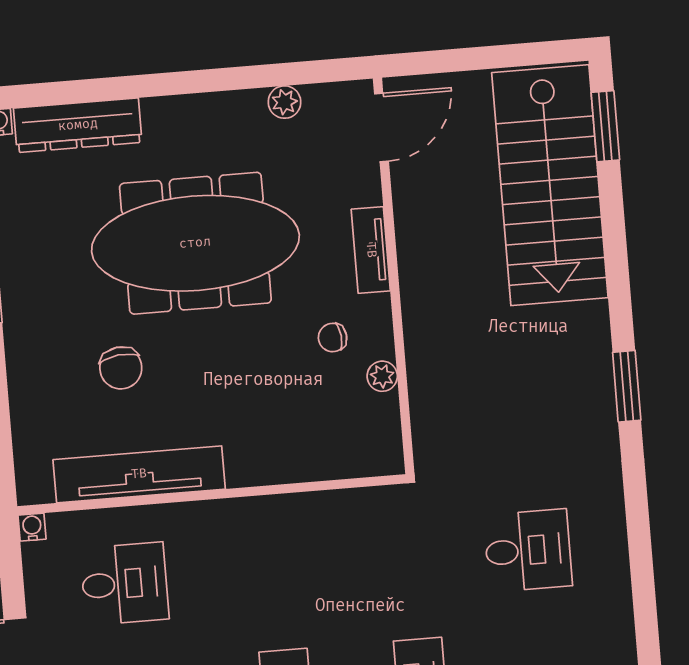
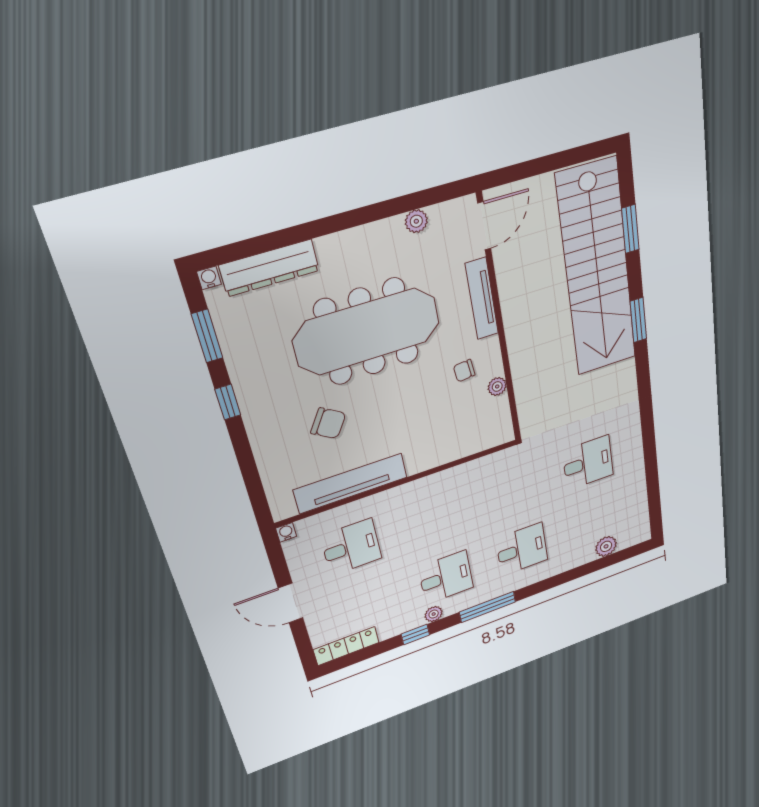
window: (605, 126) -> (630, 229), moved
stairs: (550, 185) -> (597, 270), width x1.36
tv unit: (371, 250) -> (482, 299), width x1.41
chair: (121, 368) -> (328, 423), turned -51
window: (627, 386) -> (638, 320), moved

